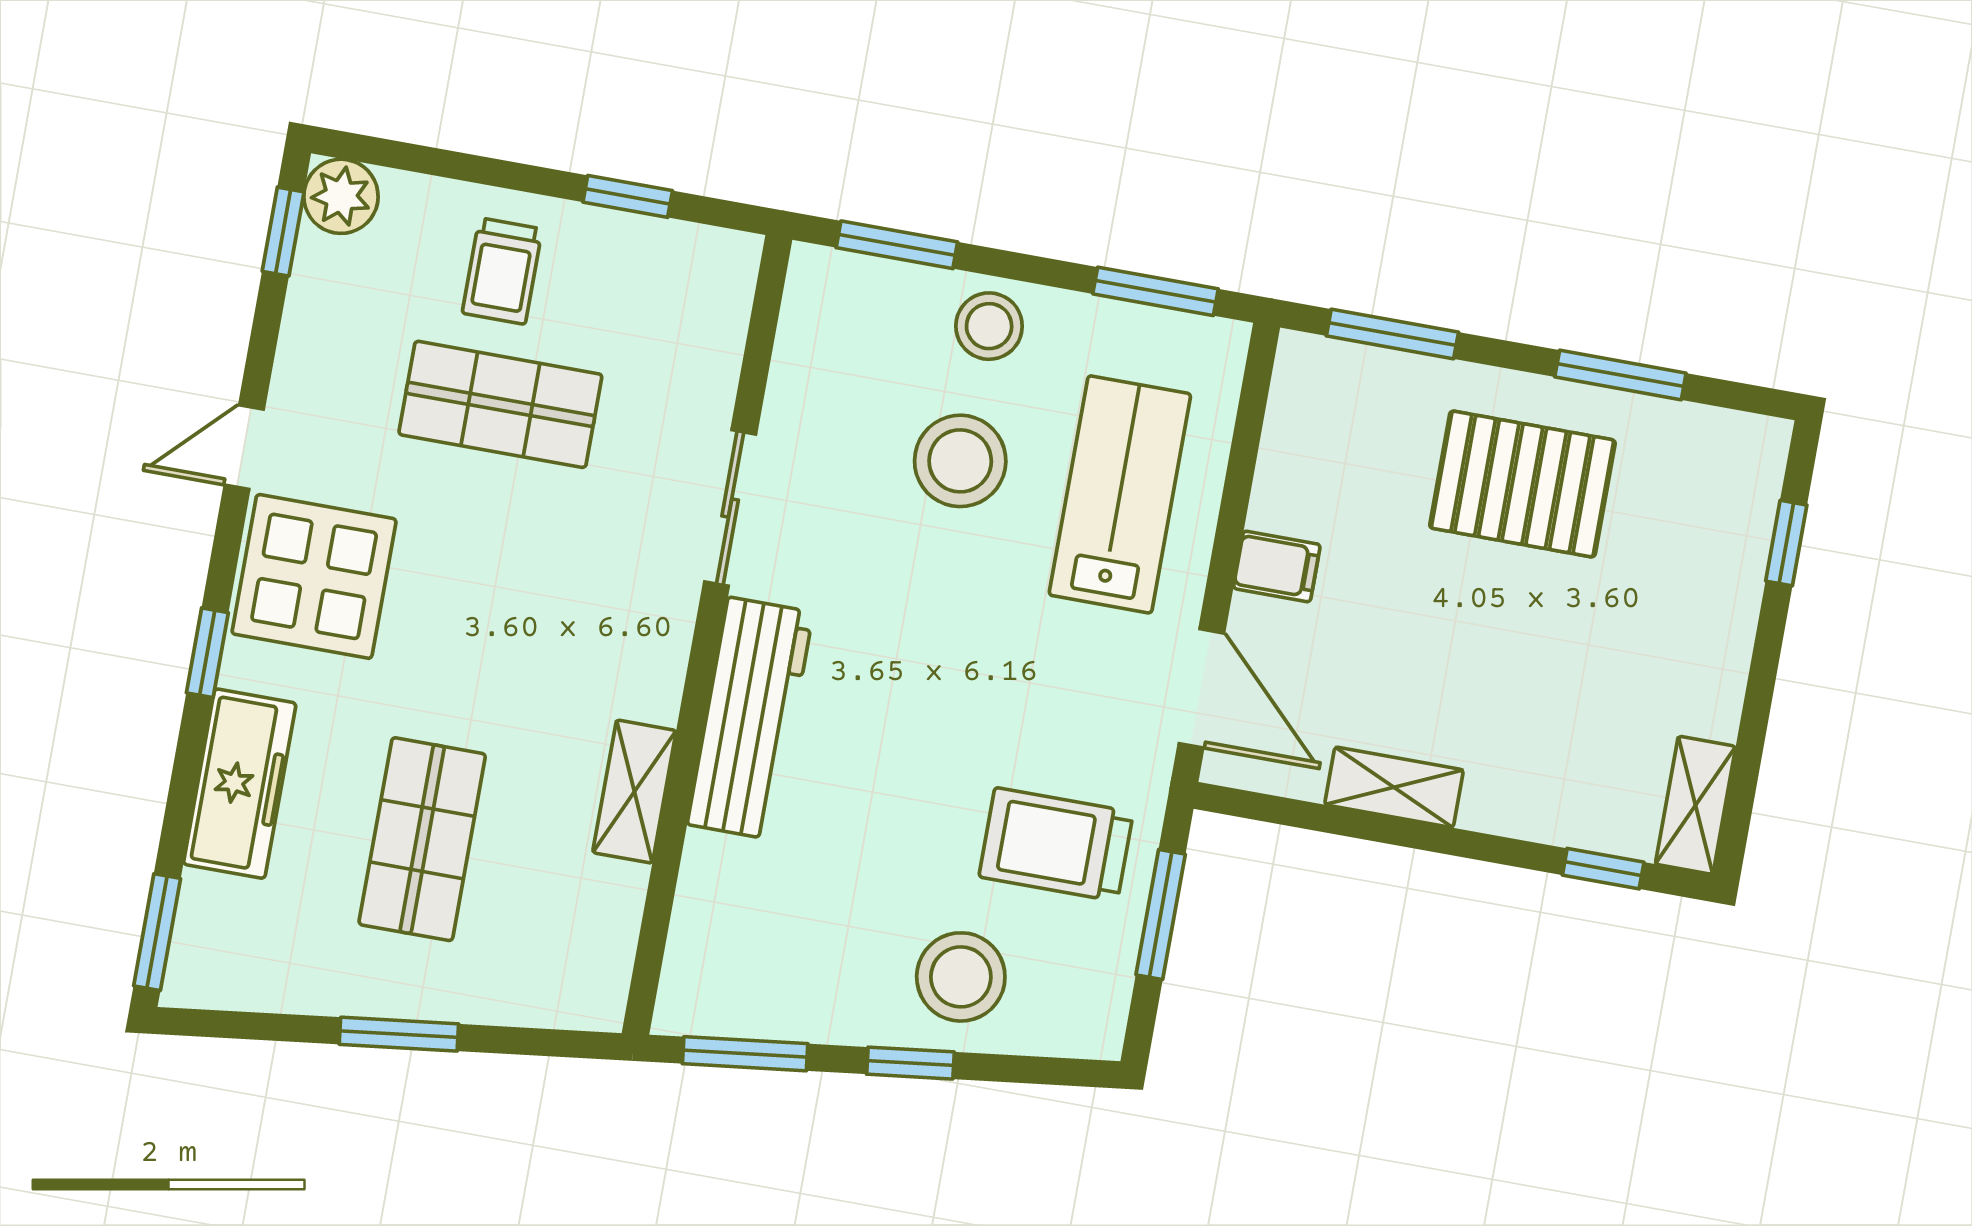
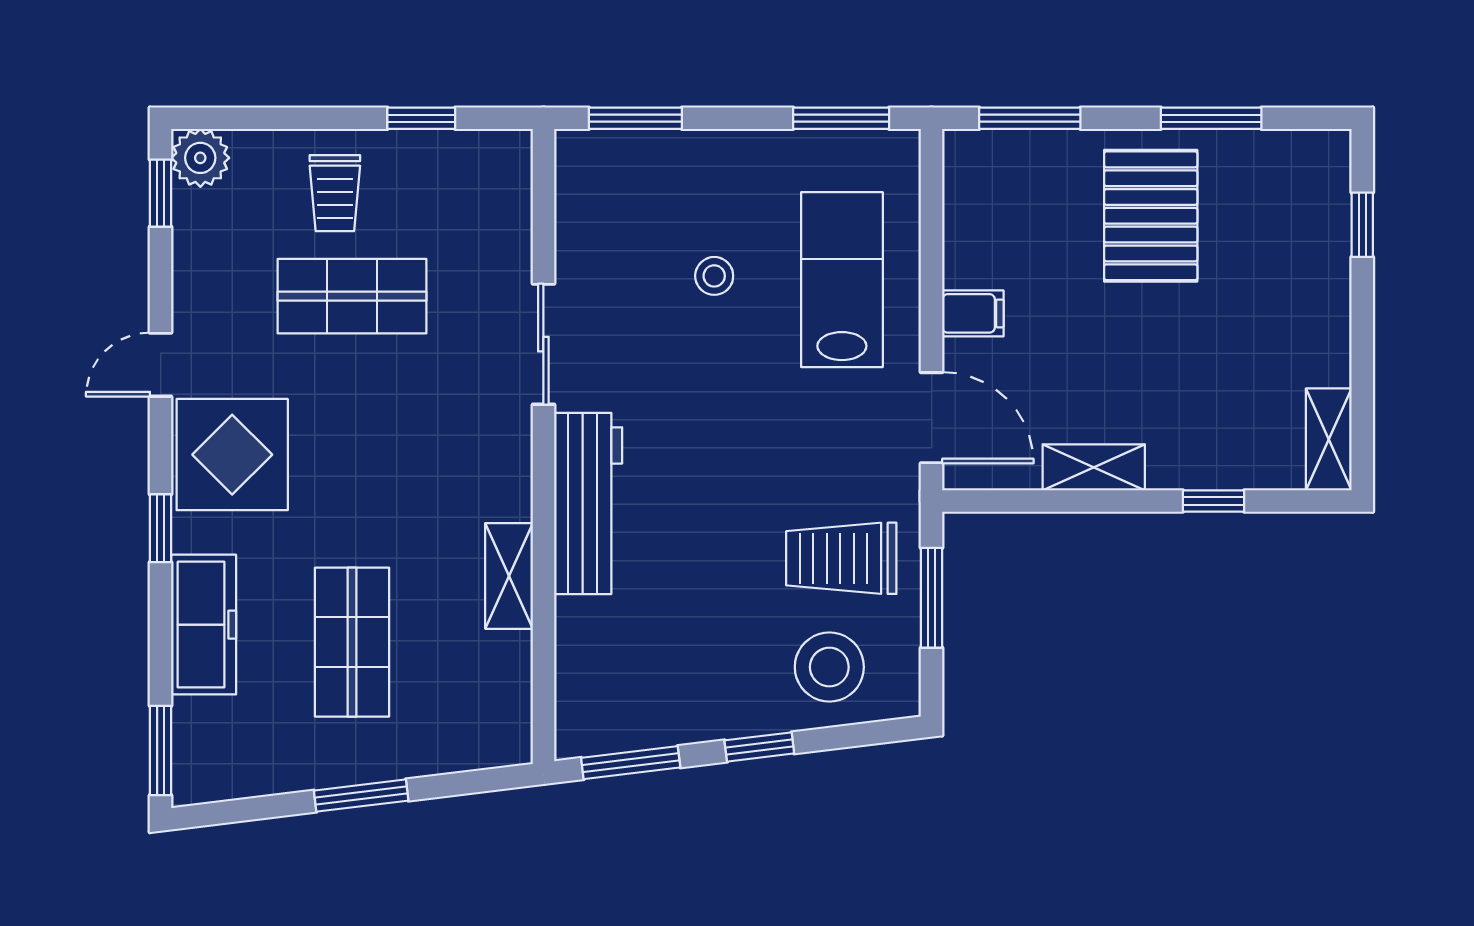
stool: (989, 326) -> (718, 168), removed
stool: (960, 461) -> (714, 276), width x0.53, depth x0.53
pallet: (1522, 484) -> (1151, 216), turned 90
window: (1603, 869) -> (1214, 501), moved
stool: (961, 977) -> (829, 667), moved

